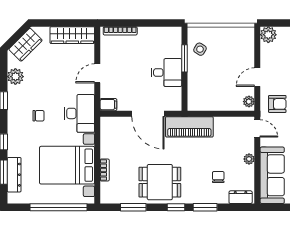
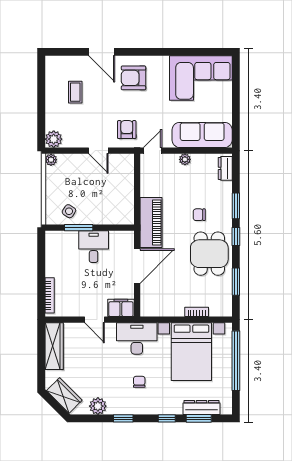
plant: (249, 102) -> (51, 160), moved
filing cabinet: (108, 105) -> (121, 308), width x2.00
chair: (218, 177) -> (199, 215), moved

